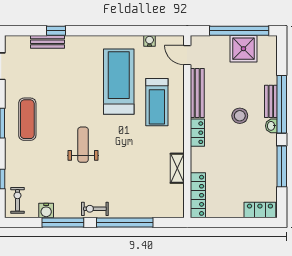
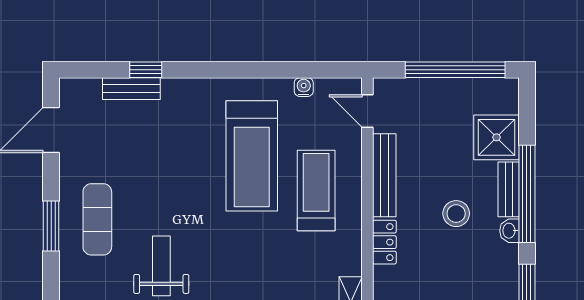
shower: (243, 49) -> (497, 137), moved
treadmill: (119, 82) -> (252, 156), turned 180
treadmill: (157, 102) -> (316, 191), turned 180
weight bench: (83, 145) -> (161, 266), moved

